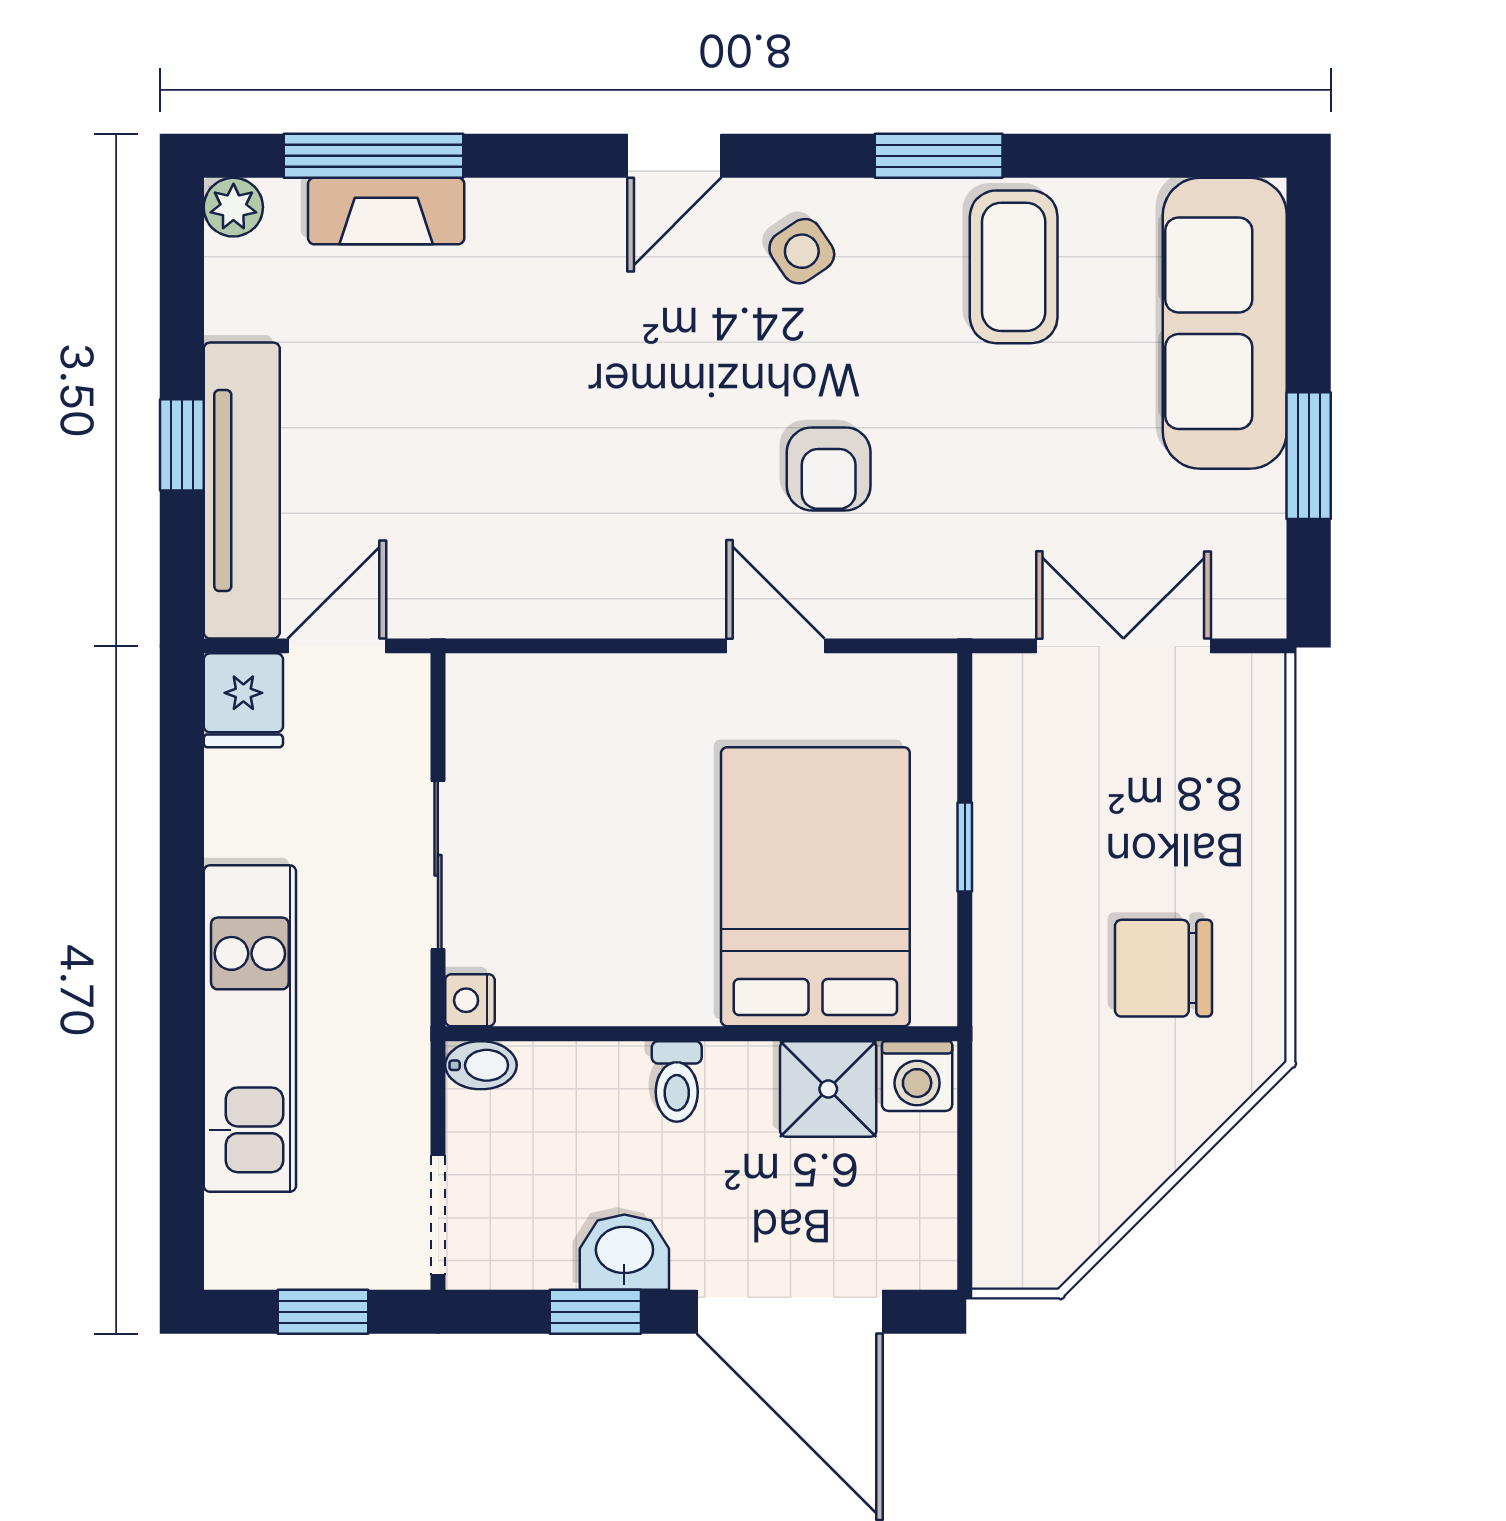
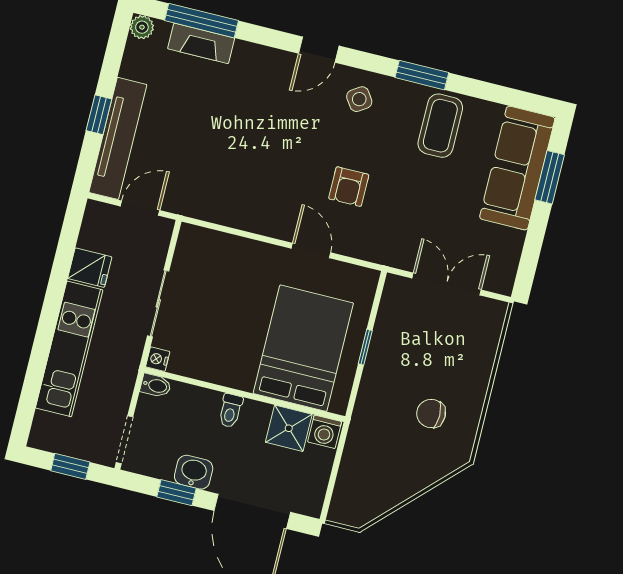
window: (1309, 456) -> (550, 177), moved
fridge: (243, 700) -> (90, 268), moved, turned -90
chair: (1163, 968) -> (431, 413), width x0.73, depth x0.73

